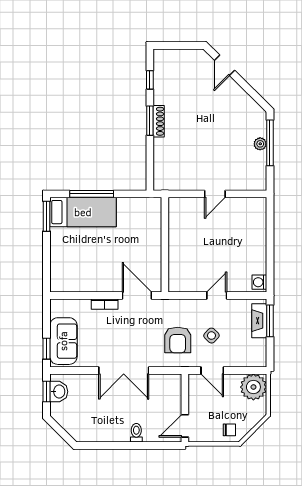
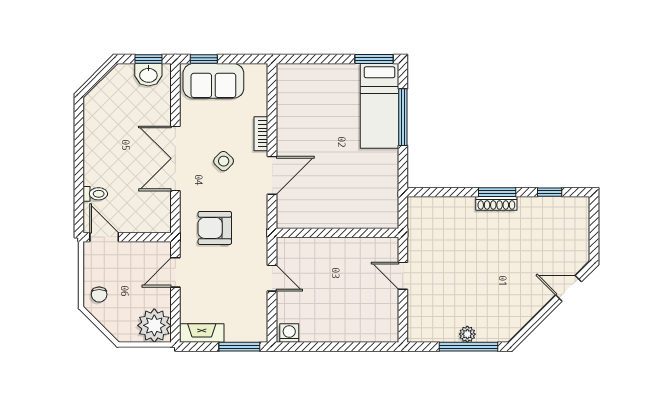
wall: (165, 245) -> (337, 233), moved
fireplace: (259, 321) -> (202, 333), moved
side table: (211, 336) -> (224, 161), moved
toilet: (136, 433) -> (95, 194), moved

